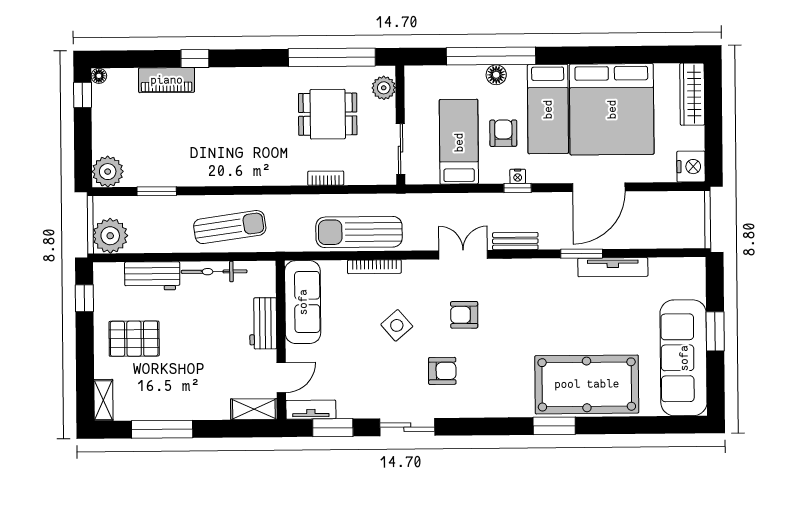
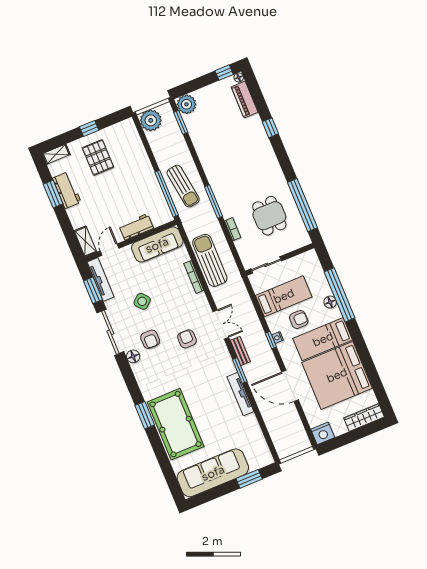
piano: (167, 80) -> (245, 100), moved
plant: (384, 88) -> (297, 241), removed
window: (272, 190) -> (214, 202), added
window: (157, 191) -> (181, 122), moved
window: (582, 254) -> (240, 370), moved
window: (231, 257) -> (167, 194), added
tv unit: (613, 267) -> (240, 394), moved
bicycle: (214, 272) -> (154, 187), removed
workbench: (152, 276) -> (67, 190), moved, turned 180
window: (84, 298) -> (89, 128), moved
side table: (397, 325) -> (142, 301), moved
window: (715, 331) -> (249, 479), moved
door: (281, 377) -> (110, 250), swing flipped
floor lamp: (458, 407) -> (133, 356), added
tv unit: (311, 410) -> (101, 279), width x1.41
sliding door: (407, 427) -> (110, 332), width x1.37
window: (162, 429) -> (53, 194), width x0.69

